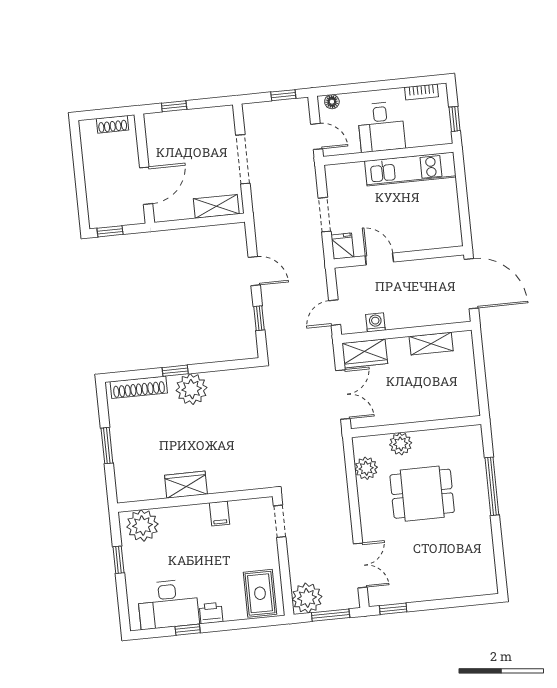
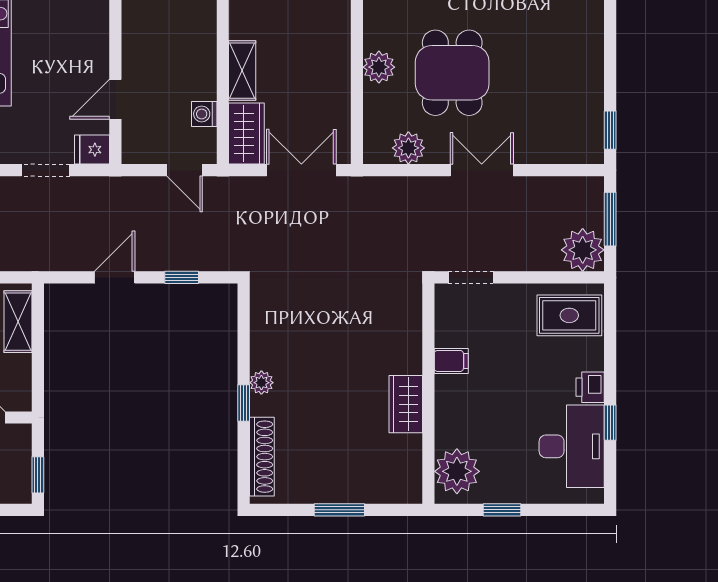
shelving: (431, 344) -> (242, 71), moved
plant: (192, 389) -> (261, 383), width x0.53, depth x0.53
plant: (401, 444) -> (379, 67), moved
double door: (360, 565) -> (482, 170), moved

